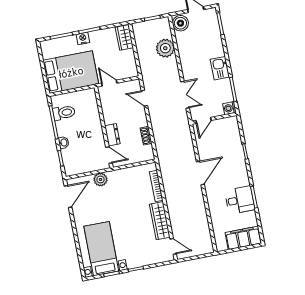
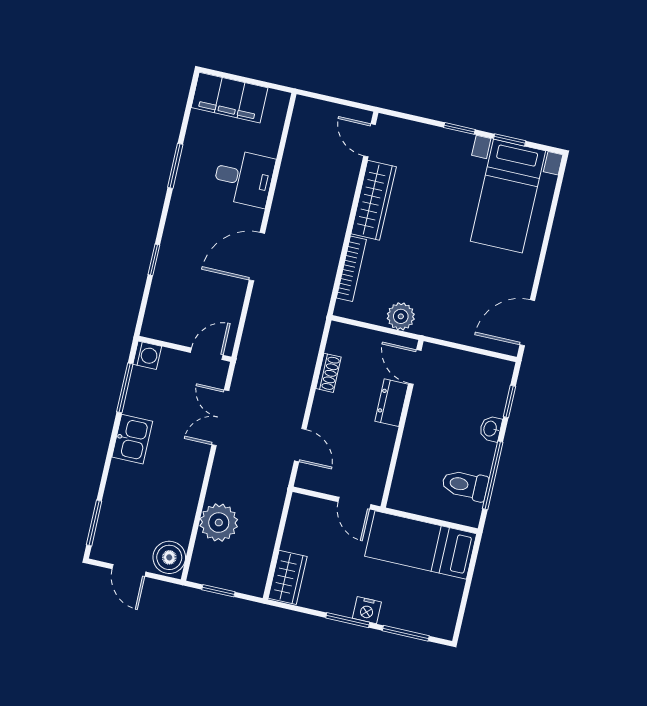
bed: (71, 72) -> (421, 545), width x0.67
plant: (100, 179) -> (401, 316), moved
desk: (240, 200) -> (244, 178), moved, turned 180

